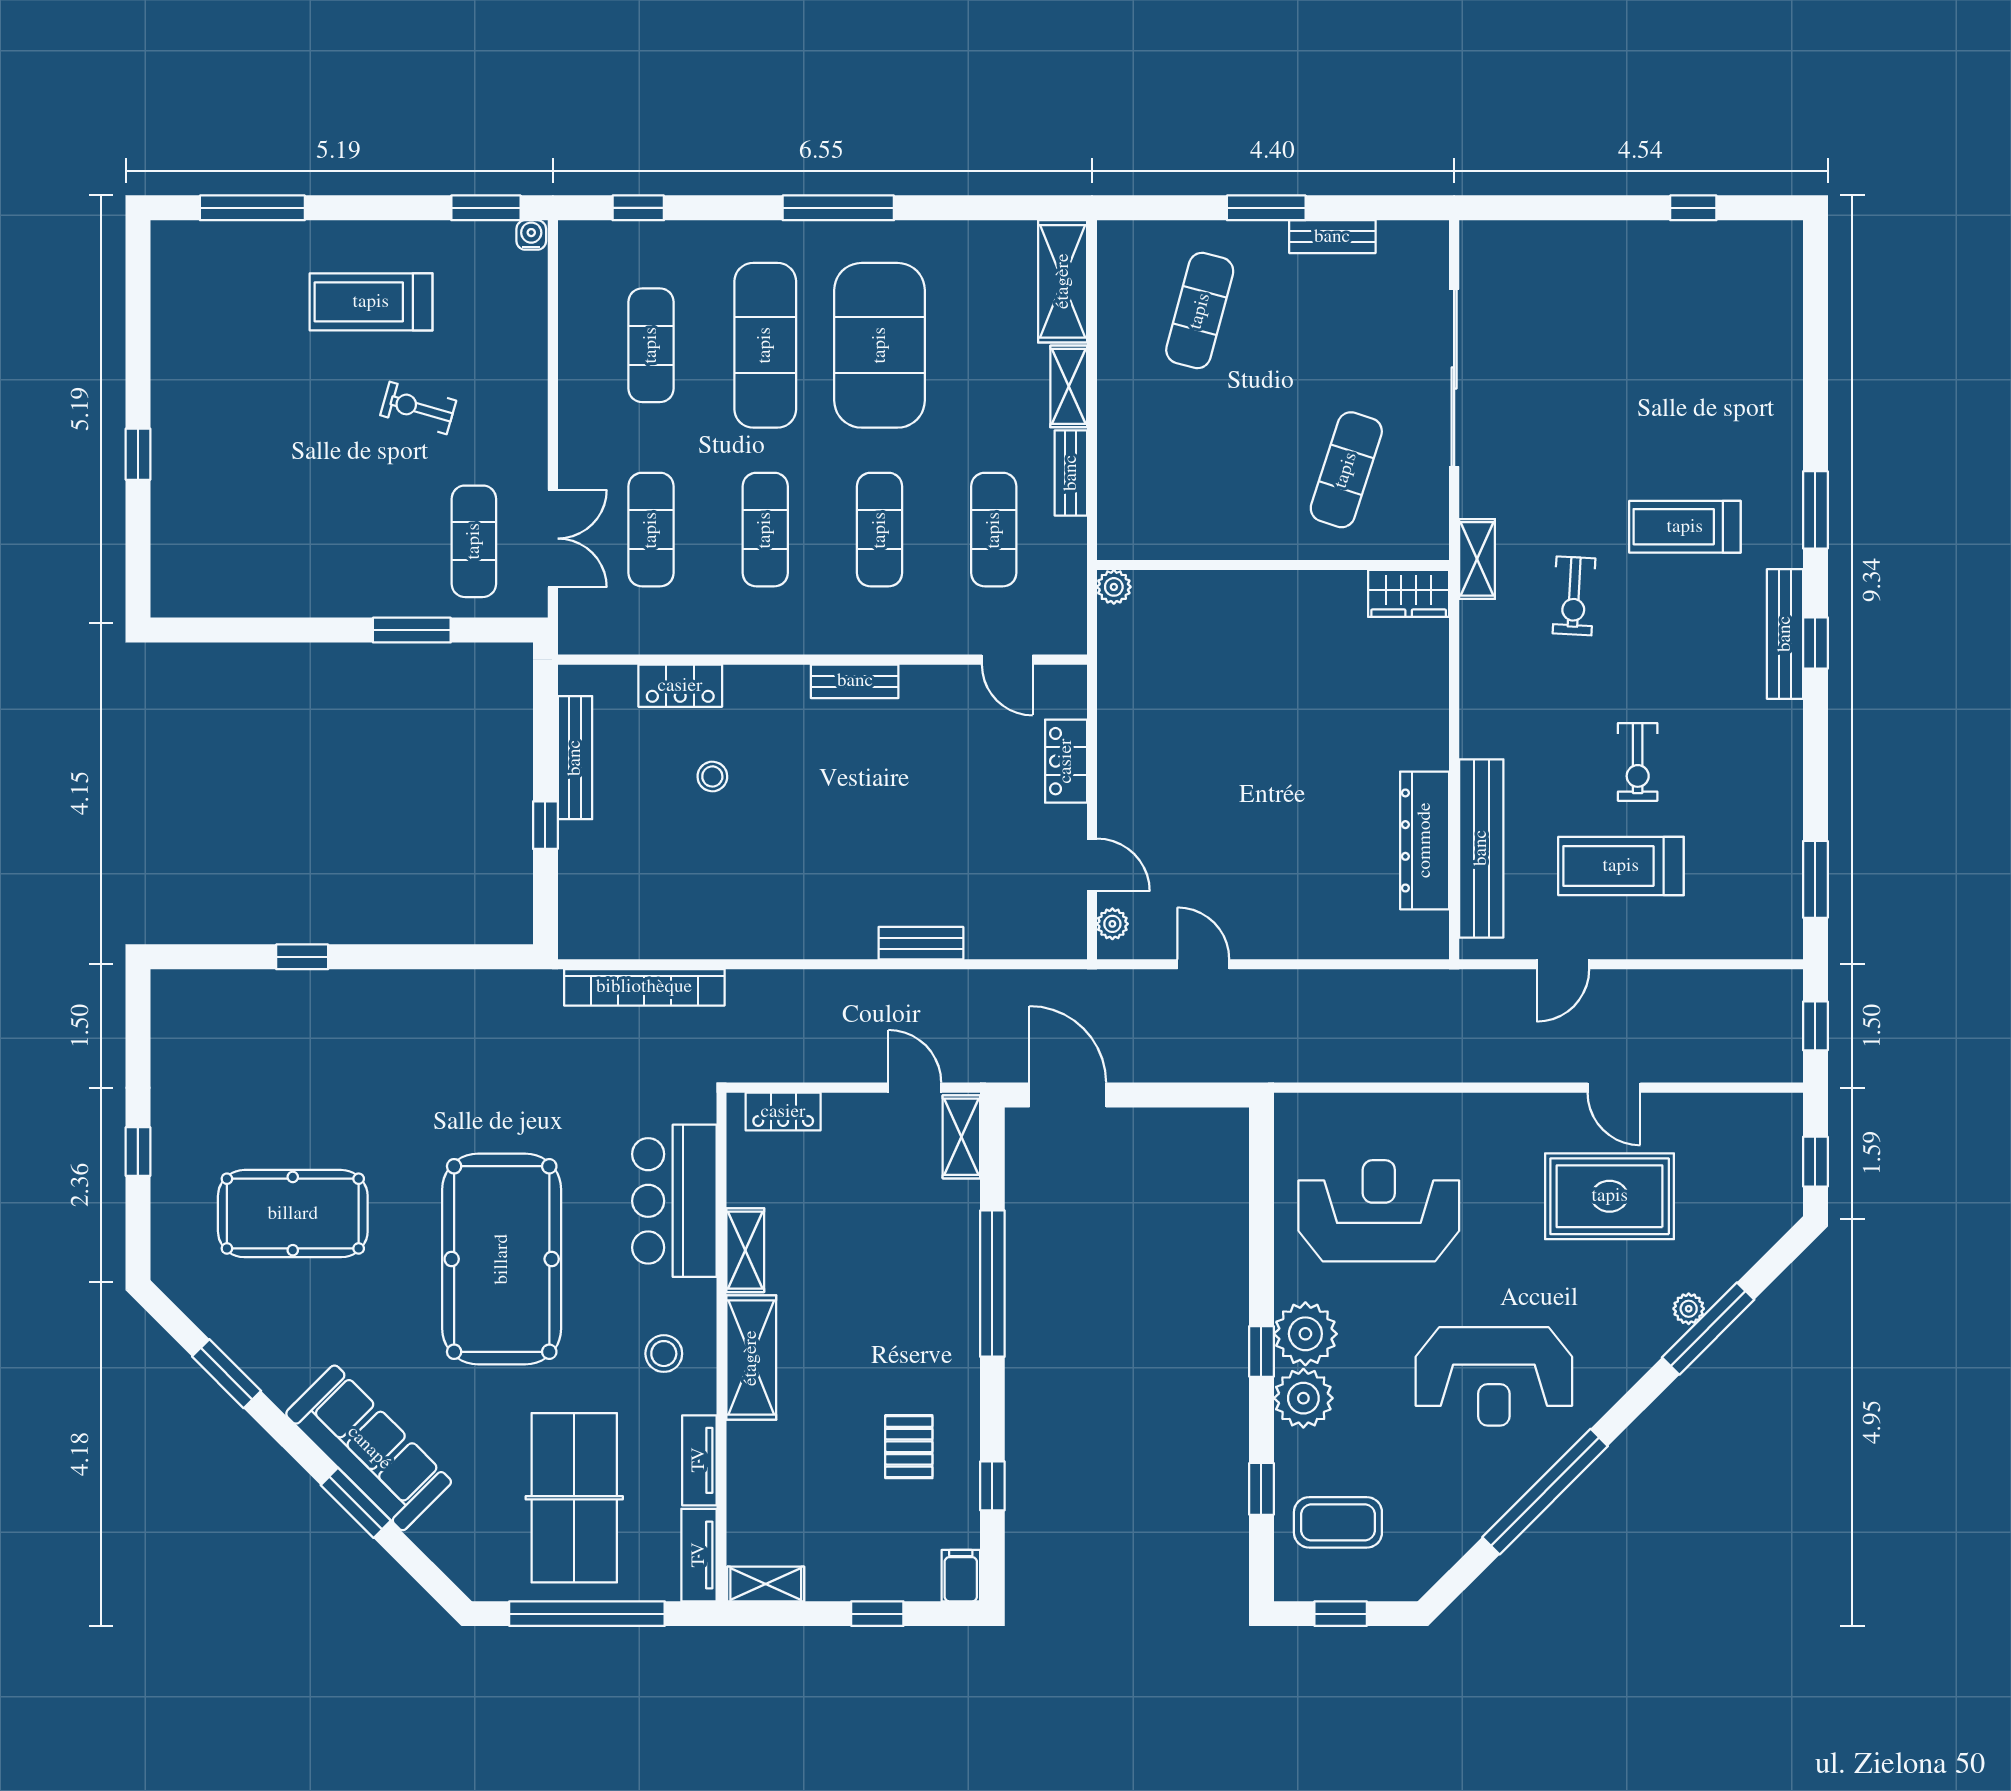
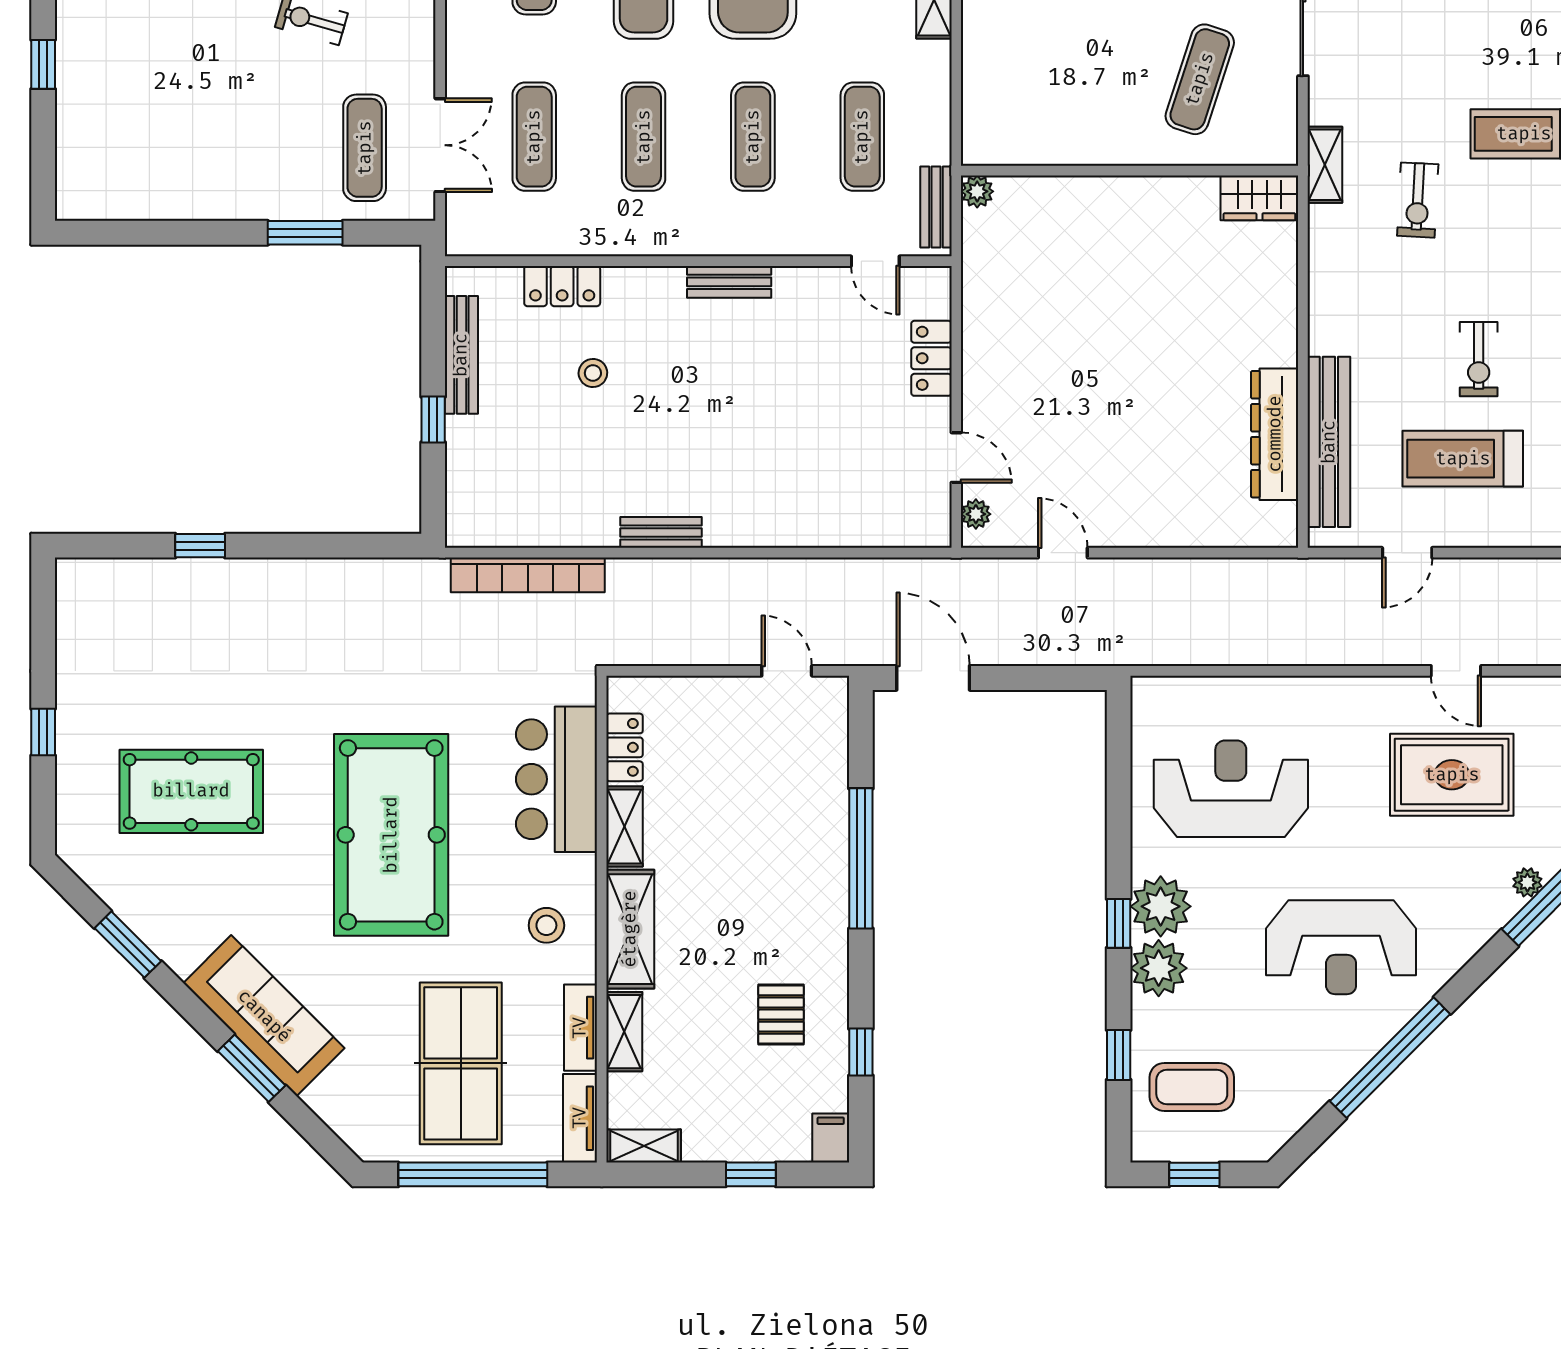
bench: (1071, 473) -> (936, 207), moved
bench: (921, 943) -> (661, 532), moved
locker: (783, 1112) -> (625, 747), moved, turned -90
shelving: (961, 1137) -> (624, 1032), moved

